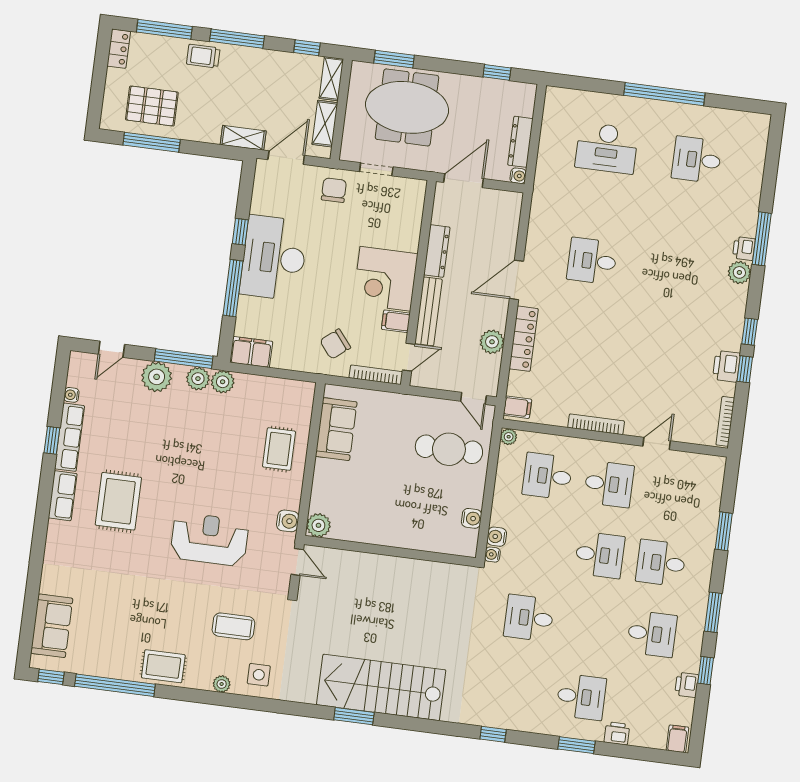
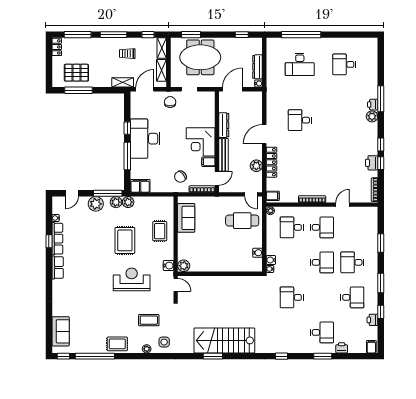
trolley: (203, 56) -> (127, 54), moved
window: (664, 94) -> (301, 35), moved
rug: (118, 501) -> (125, 240), moved

